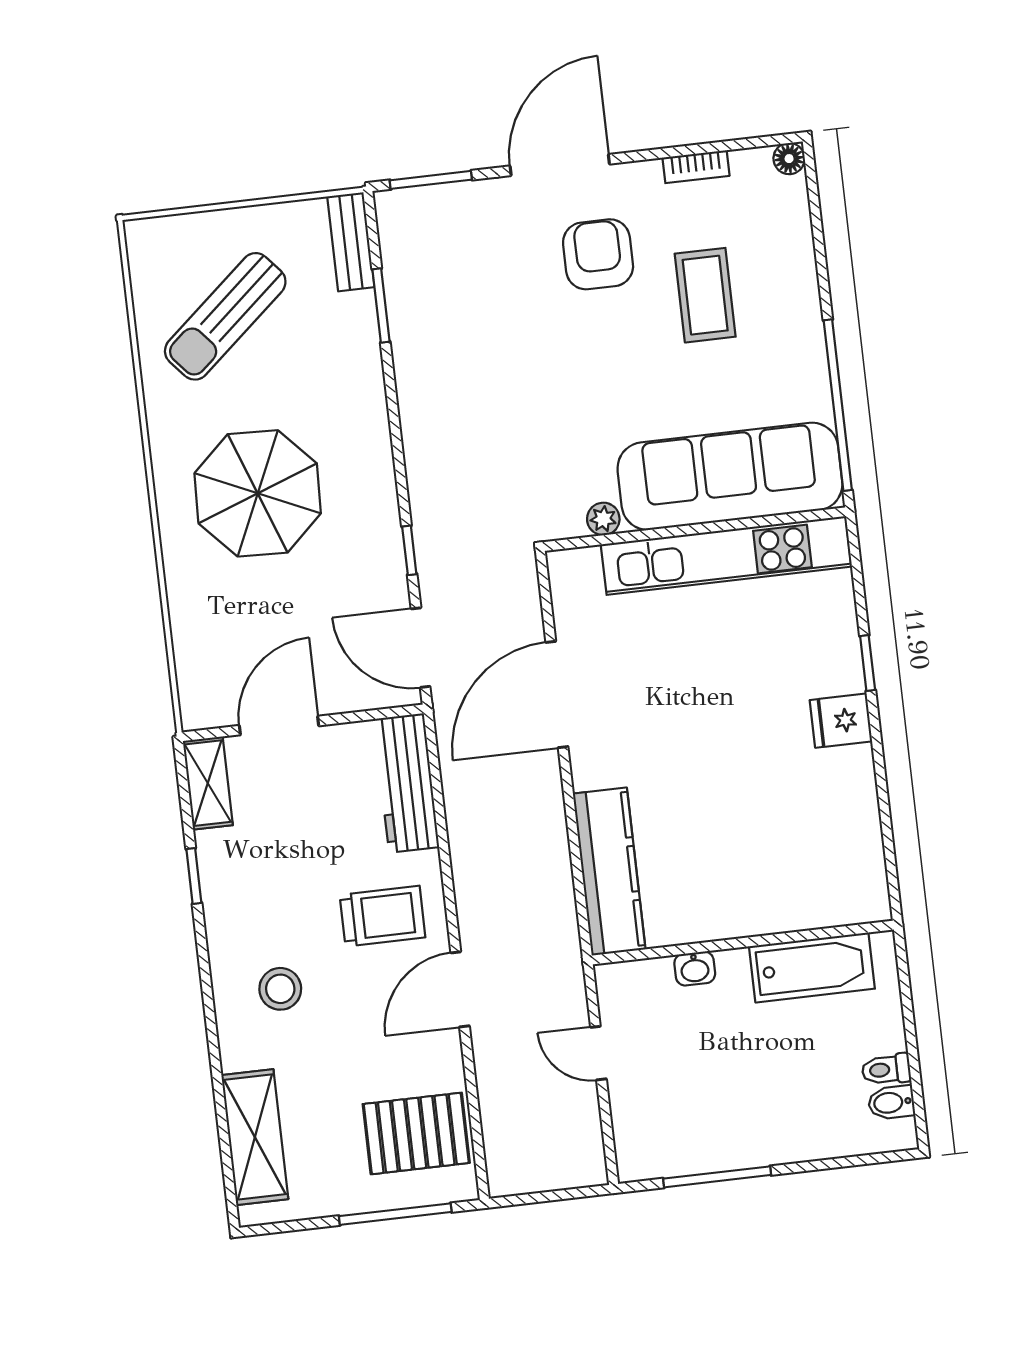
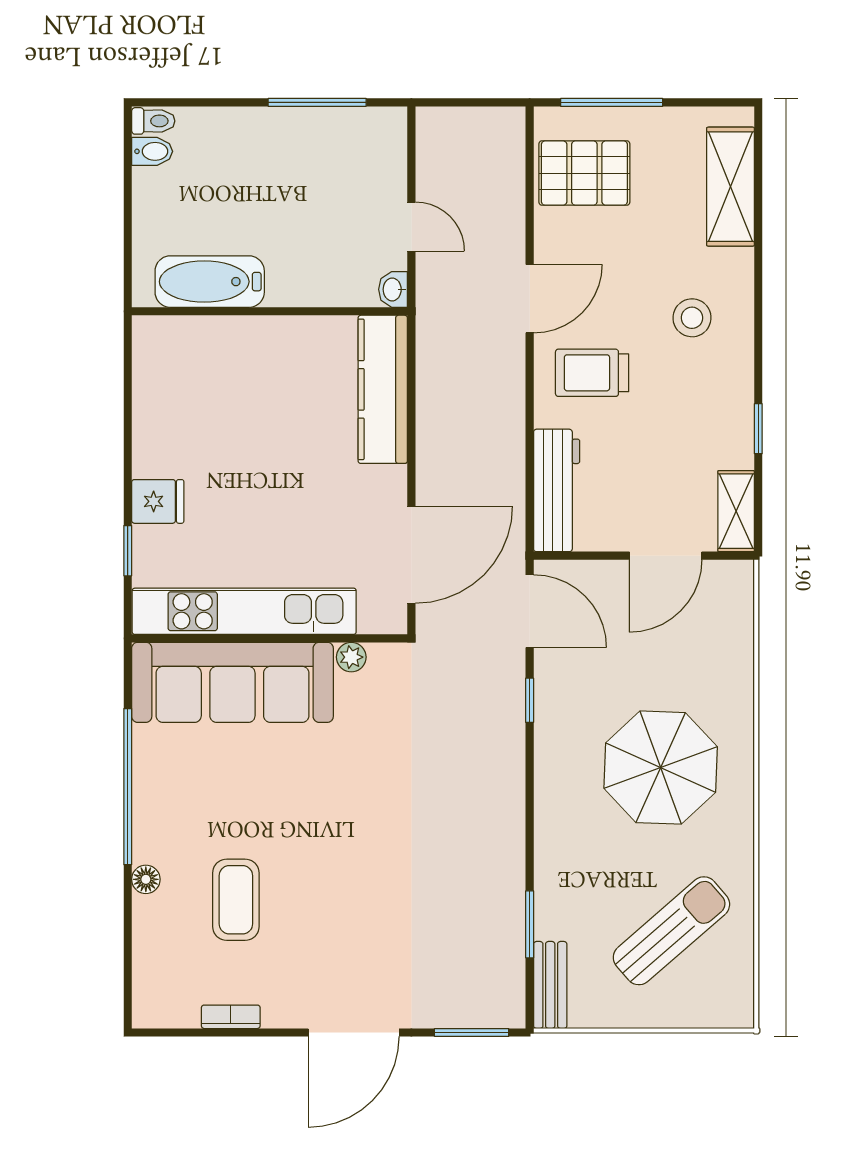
floor lamp: (789, 159) -> (146, 879), moved
armchair: (598, 254) -> (328, 948), removed
sofa: (730, 476) -> (232, 682), moved
plant: (603, 519) -> (351, 657), moved
wall: (695, 529) -> (270, 638), moved
kitchen unit: (726, 555) -> (244, 611), moved
washbasin: (695, 968) -> (393, 289), moved, turned -90
toilet: (886, 1069) -> (153, 121), moved

